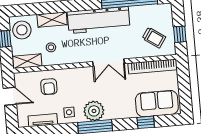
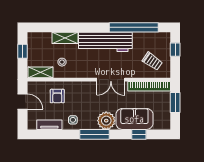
stool: (22, 30) -> (38, 45), removed
window: (180, 34) -> (175, 50), moved
window: (184, 82) -> (175, 102), added
sofa: (157, 104) -> (134, 119), moved
plant: (94, 111) -> (106, 121), moved

